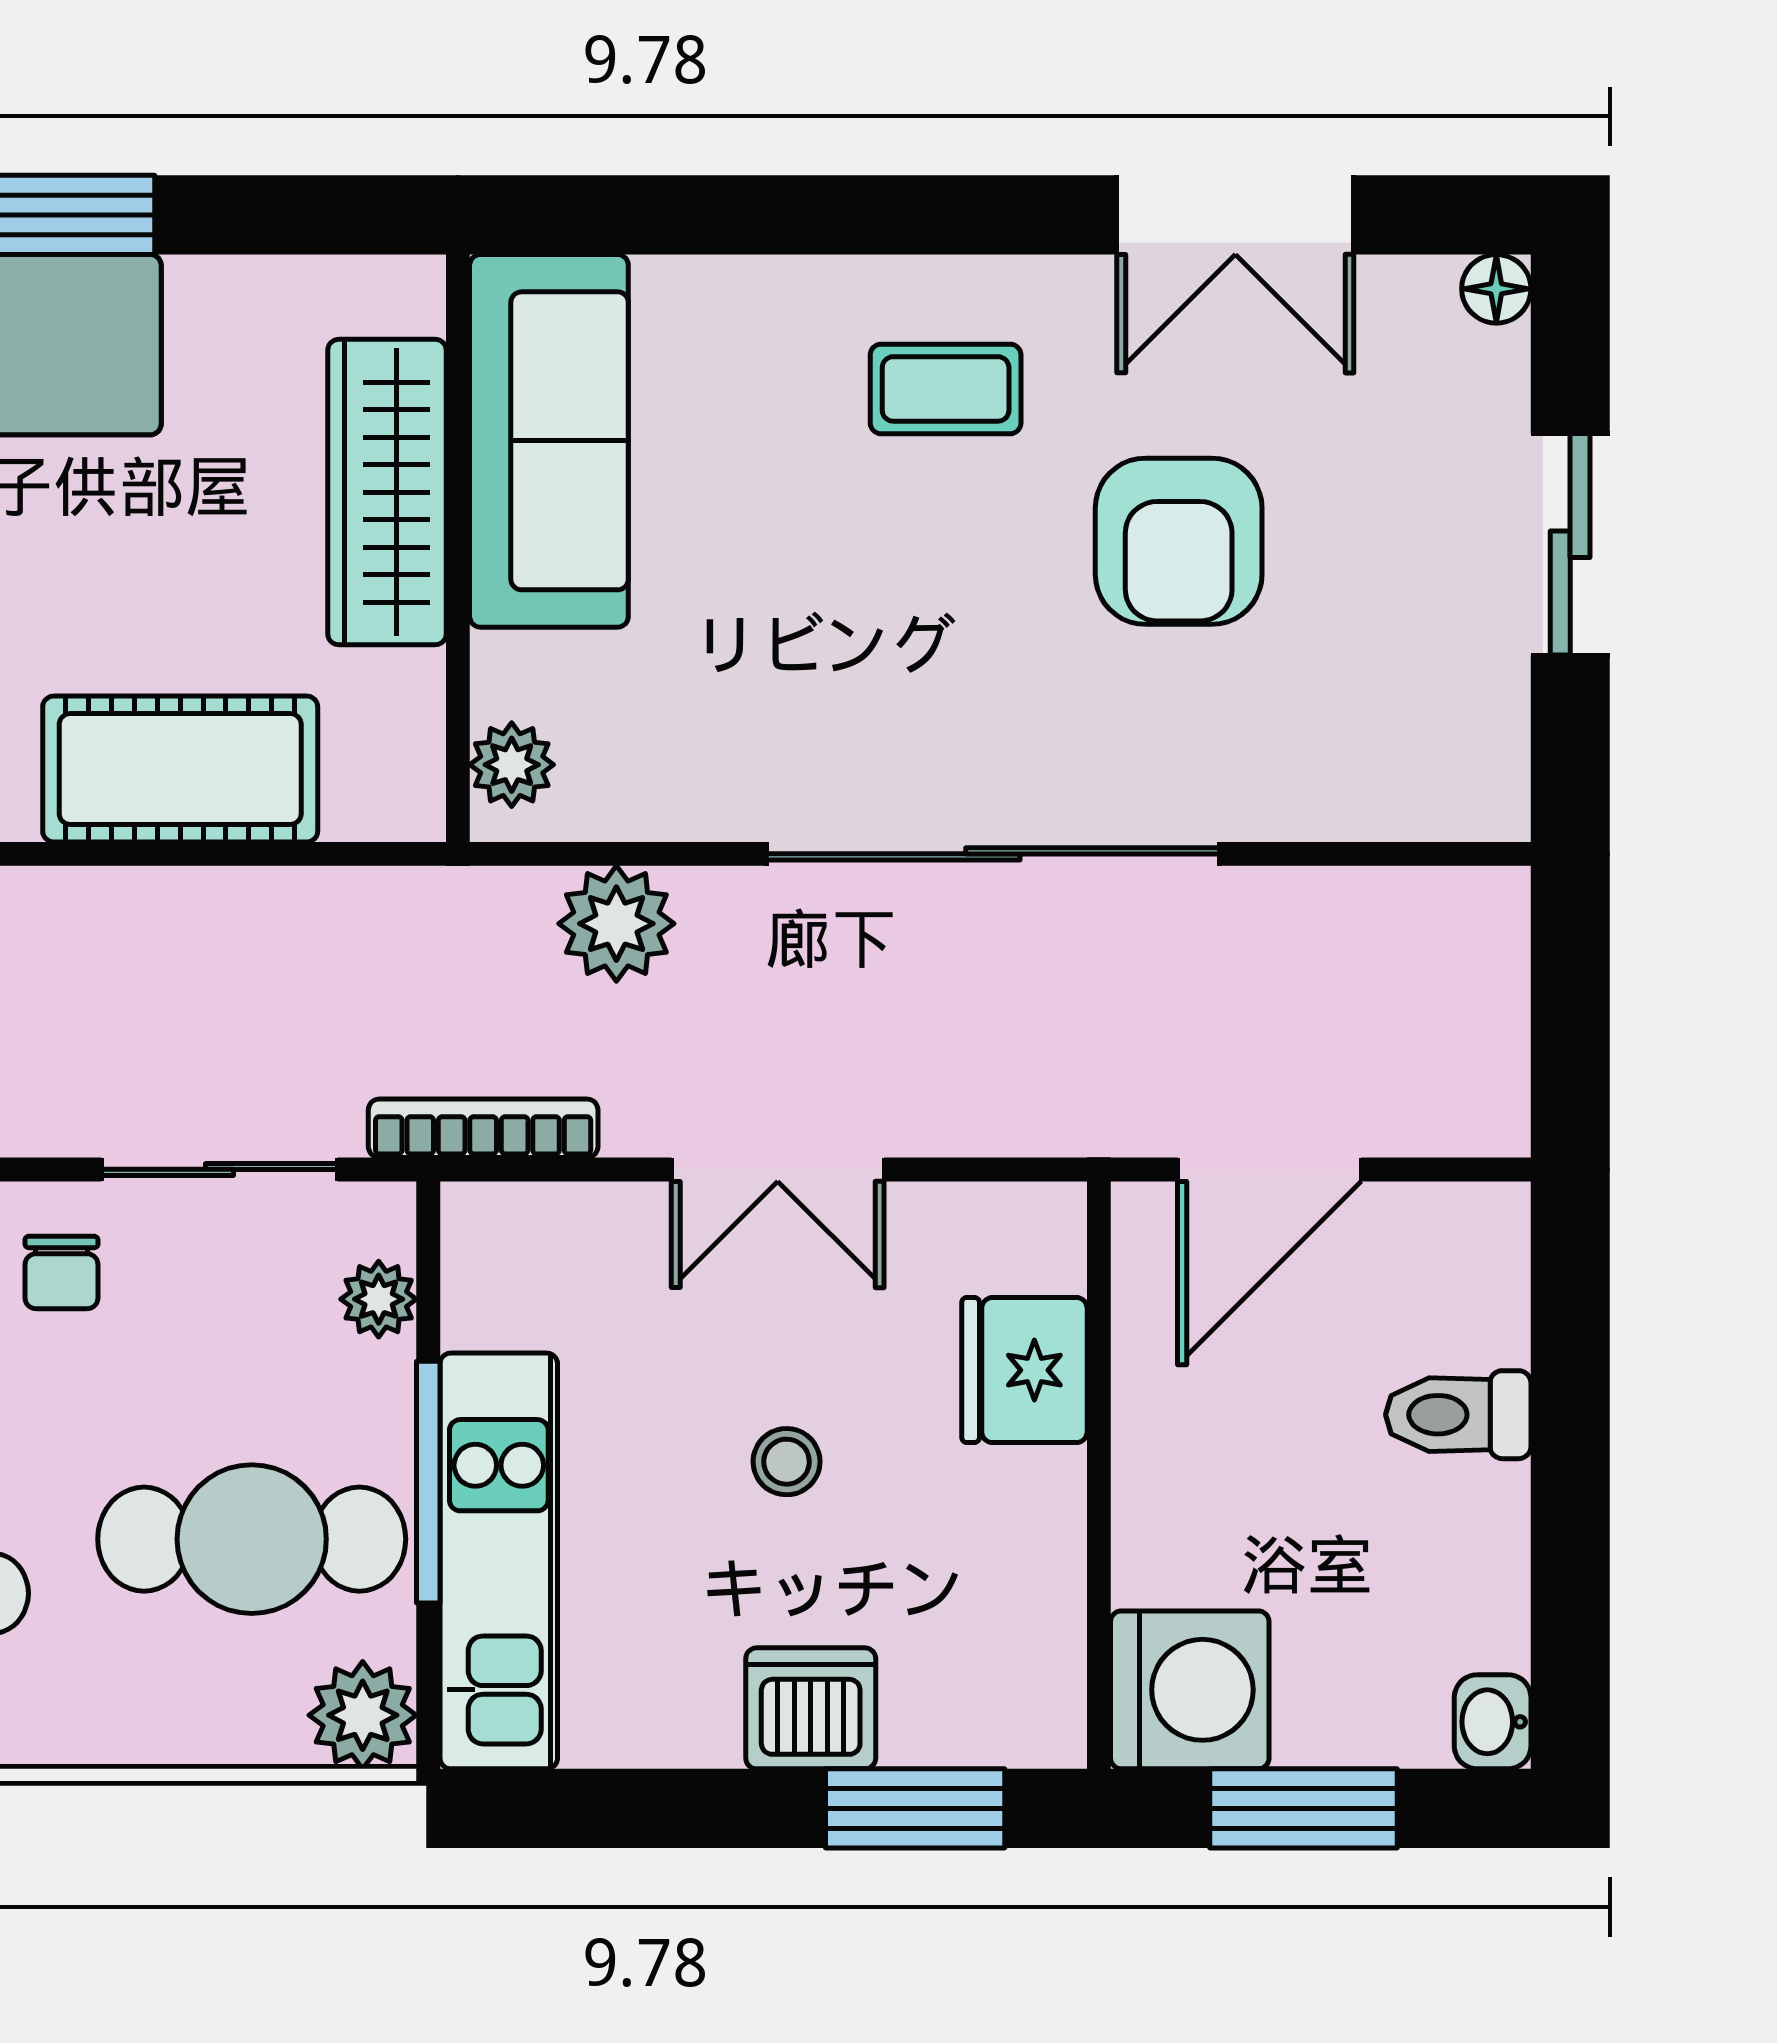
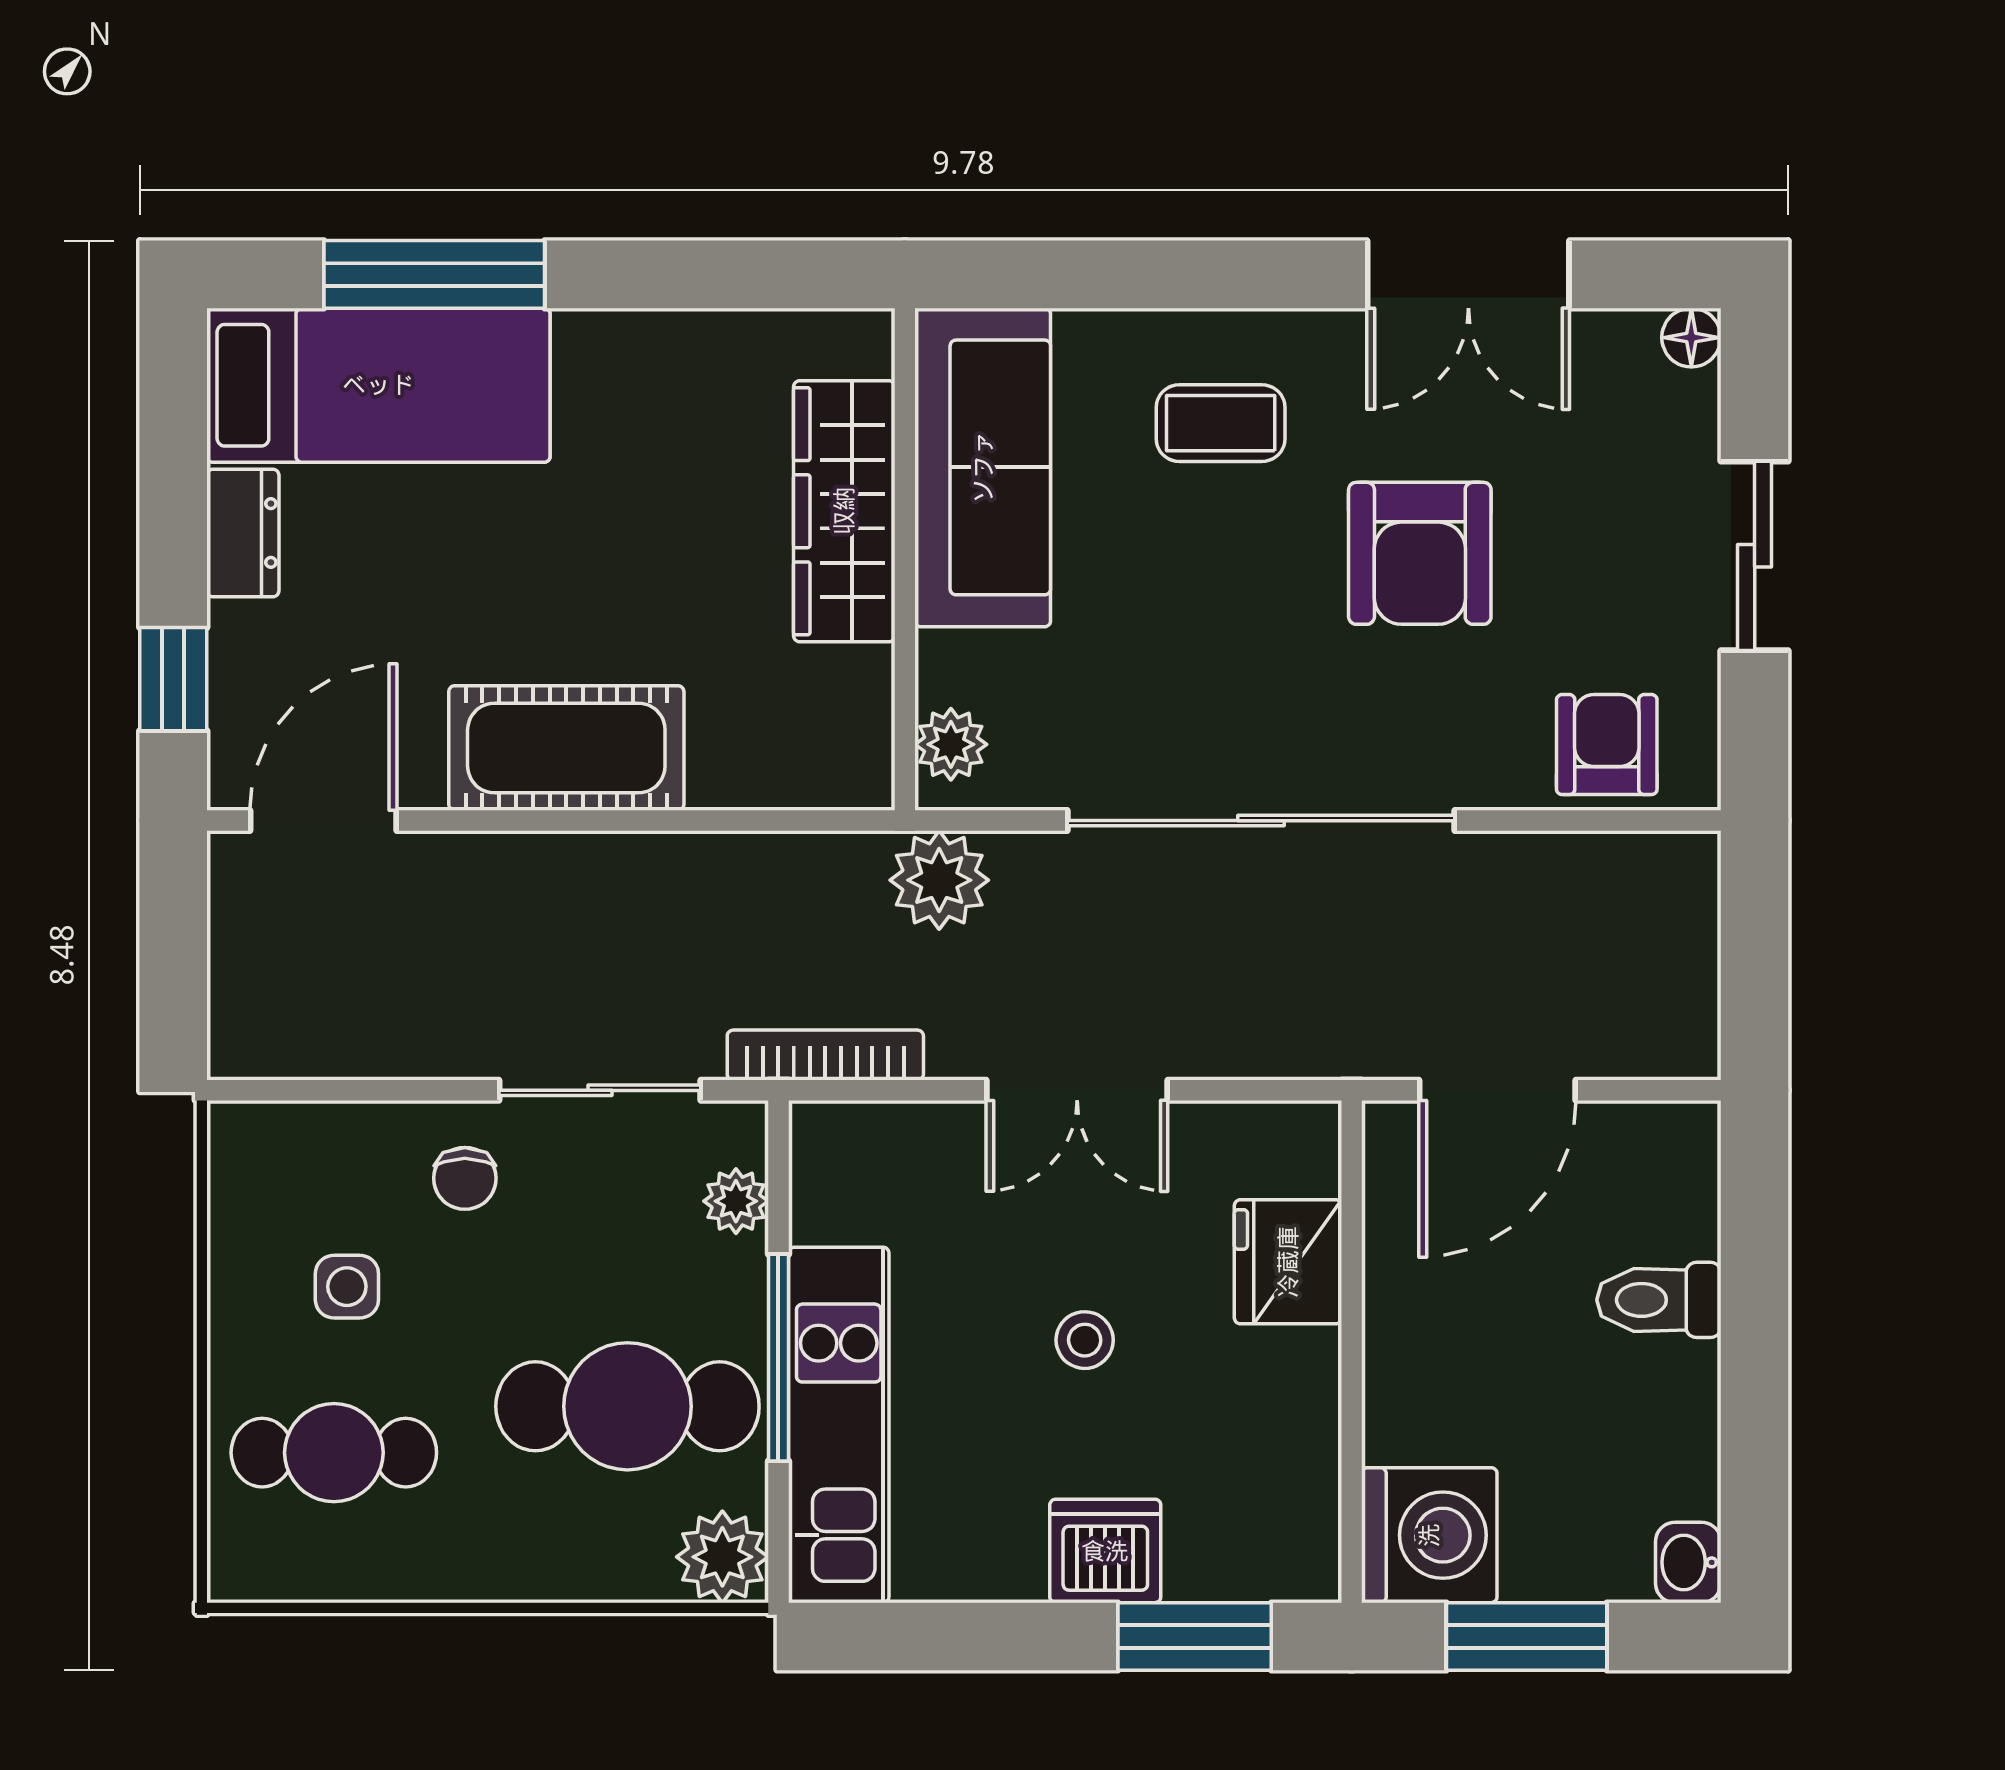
sofa: (549, 441) -> (983, 467), moved
wardrobe: (387, 492) -> (844, 511), moved
wall: (458, 548) -> (905, 559), moved
plant: (512, 765) -> (951, 744), moved
armchair: (1397, 765) -> (1607, 745), added

